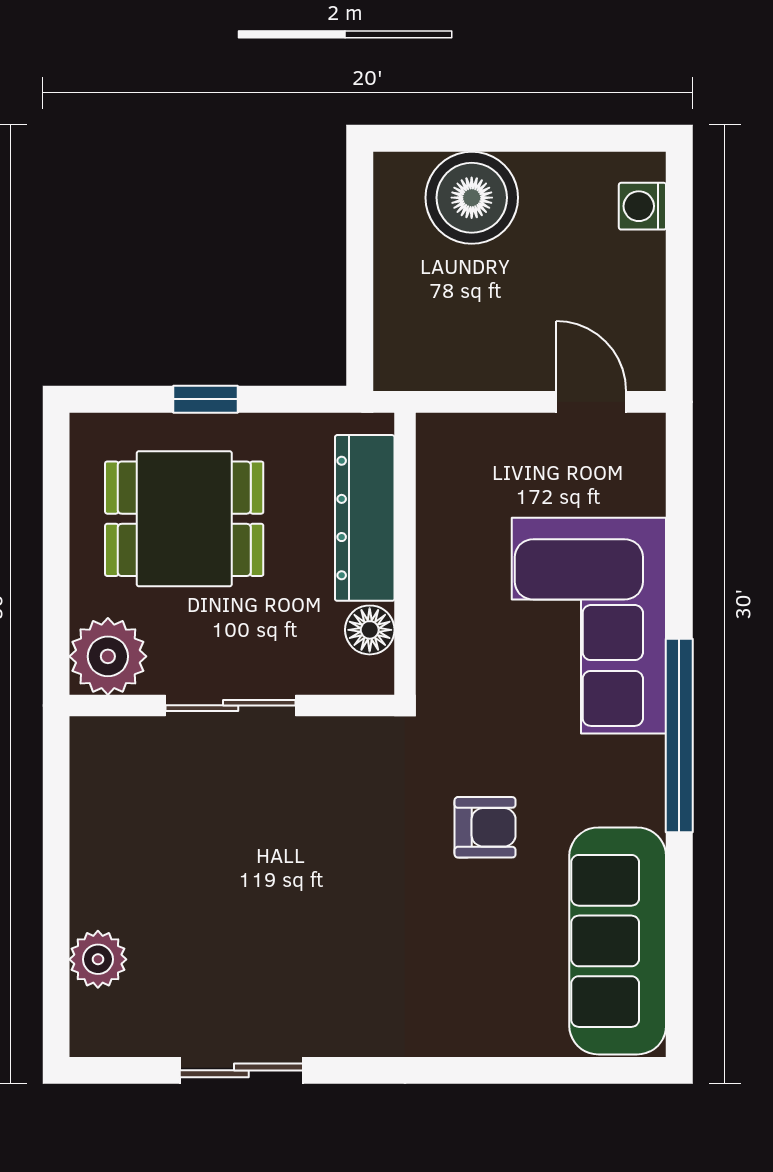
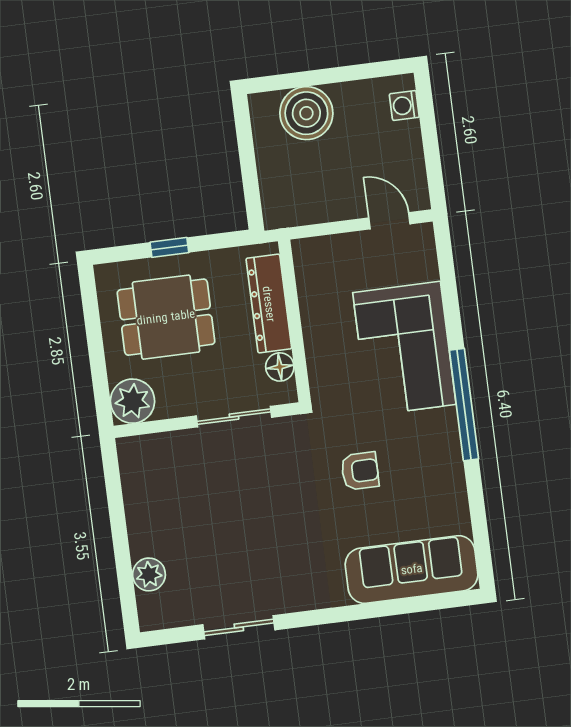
sliding door: (231, 705) -> (234, 417), moved
sofa: (618, 941) -> (412, 569), moved, turned 90

